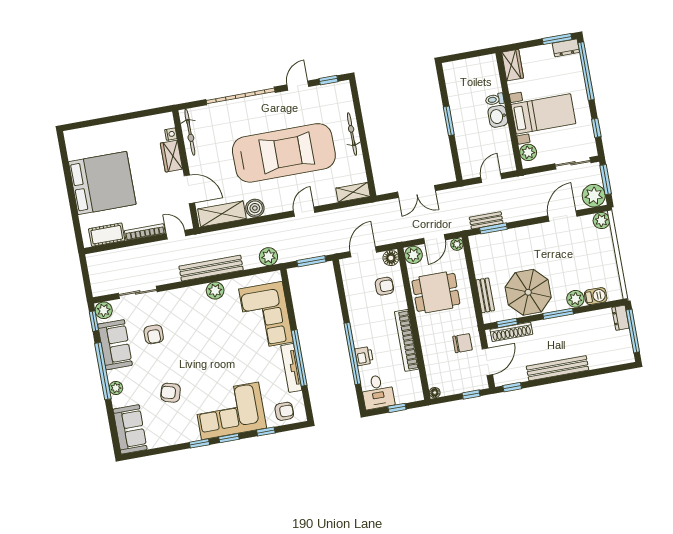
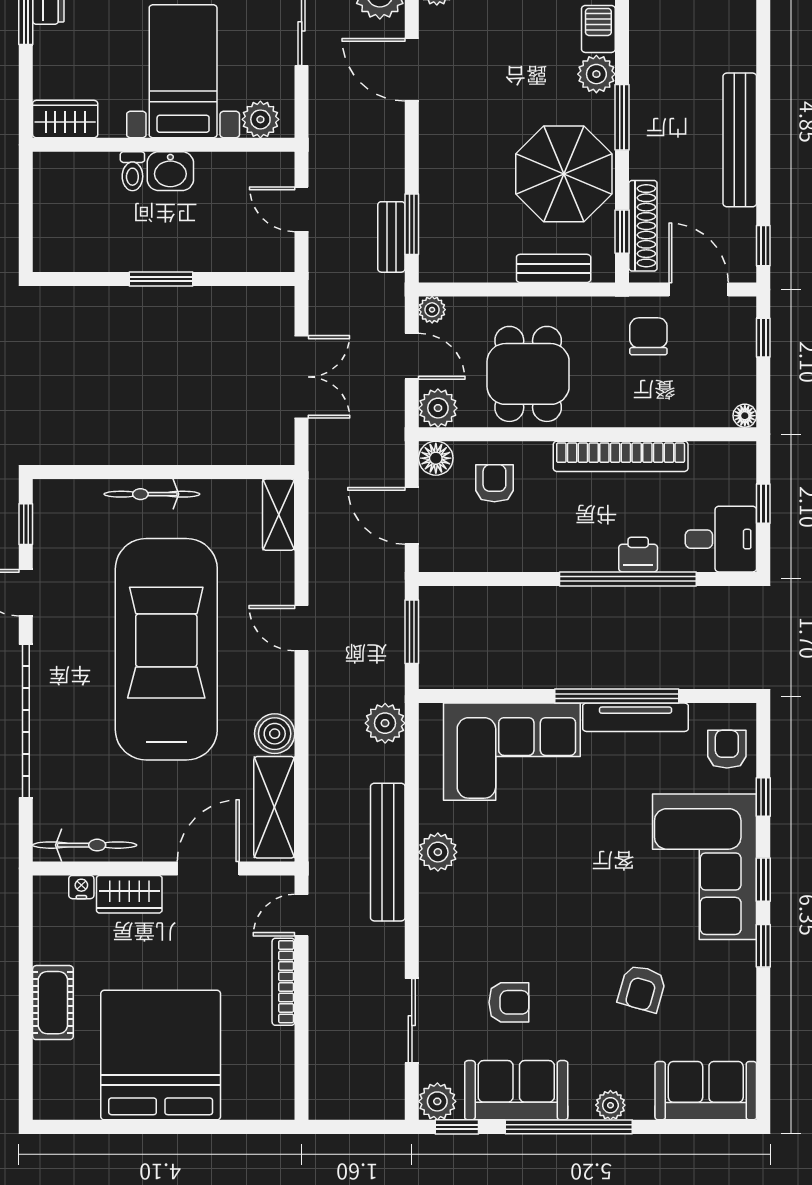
cot: (107, 235) -> (53, 1003), moved

